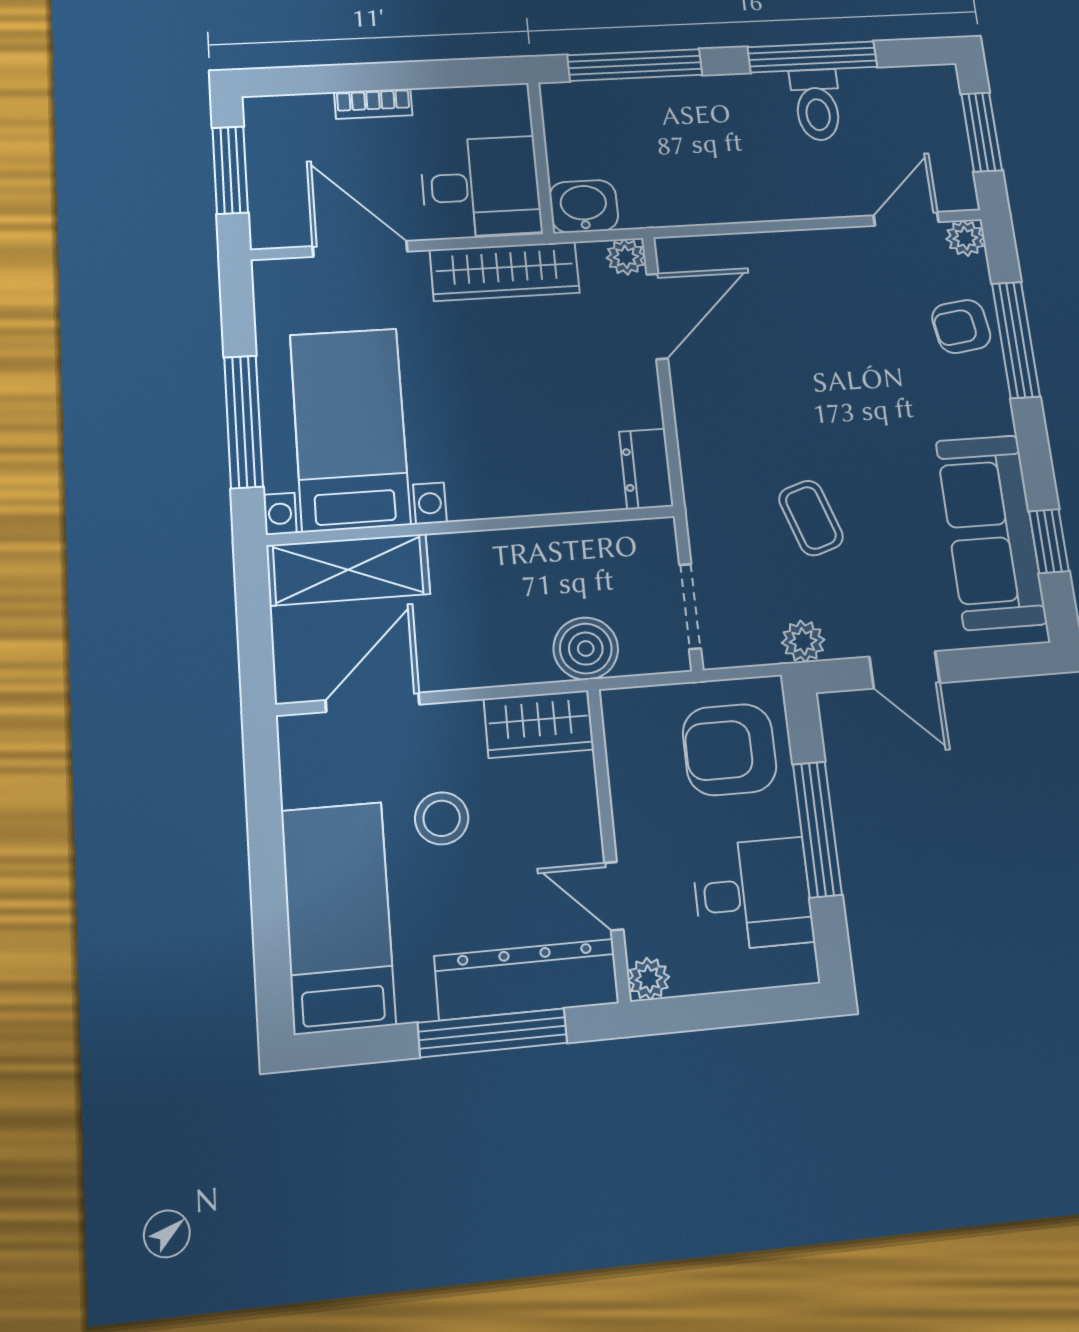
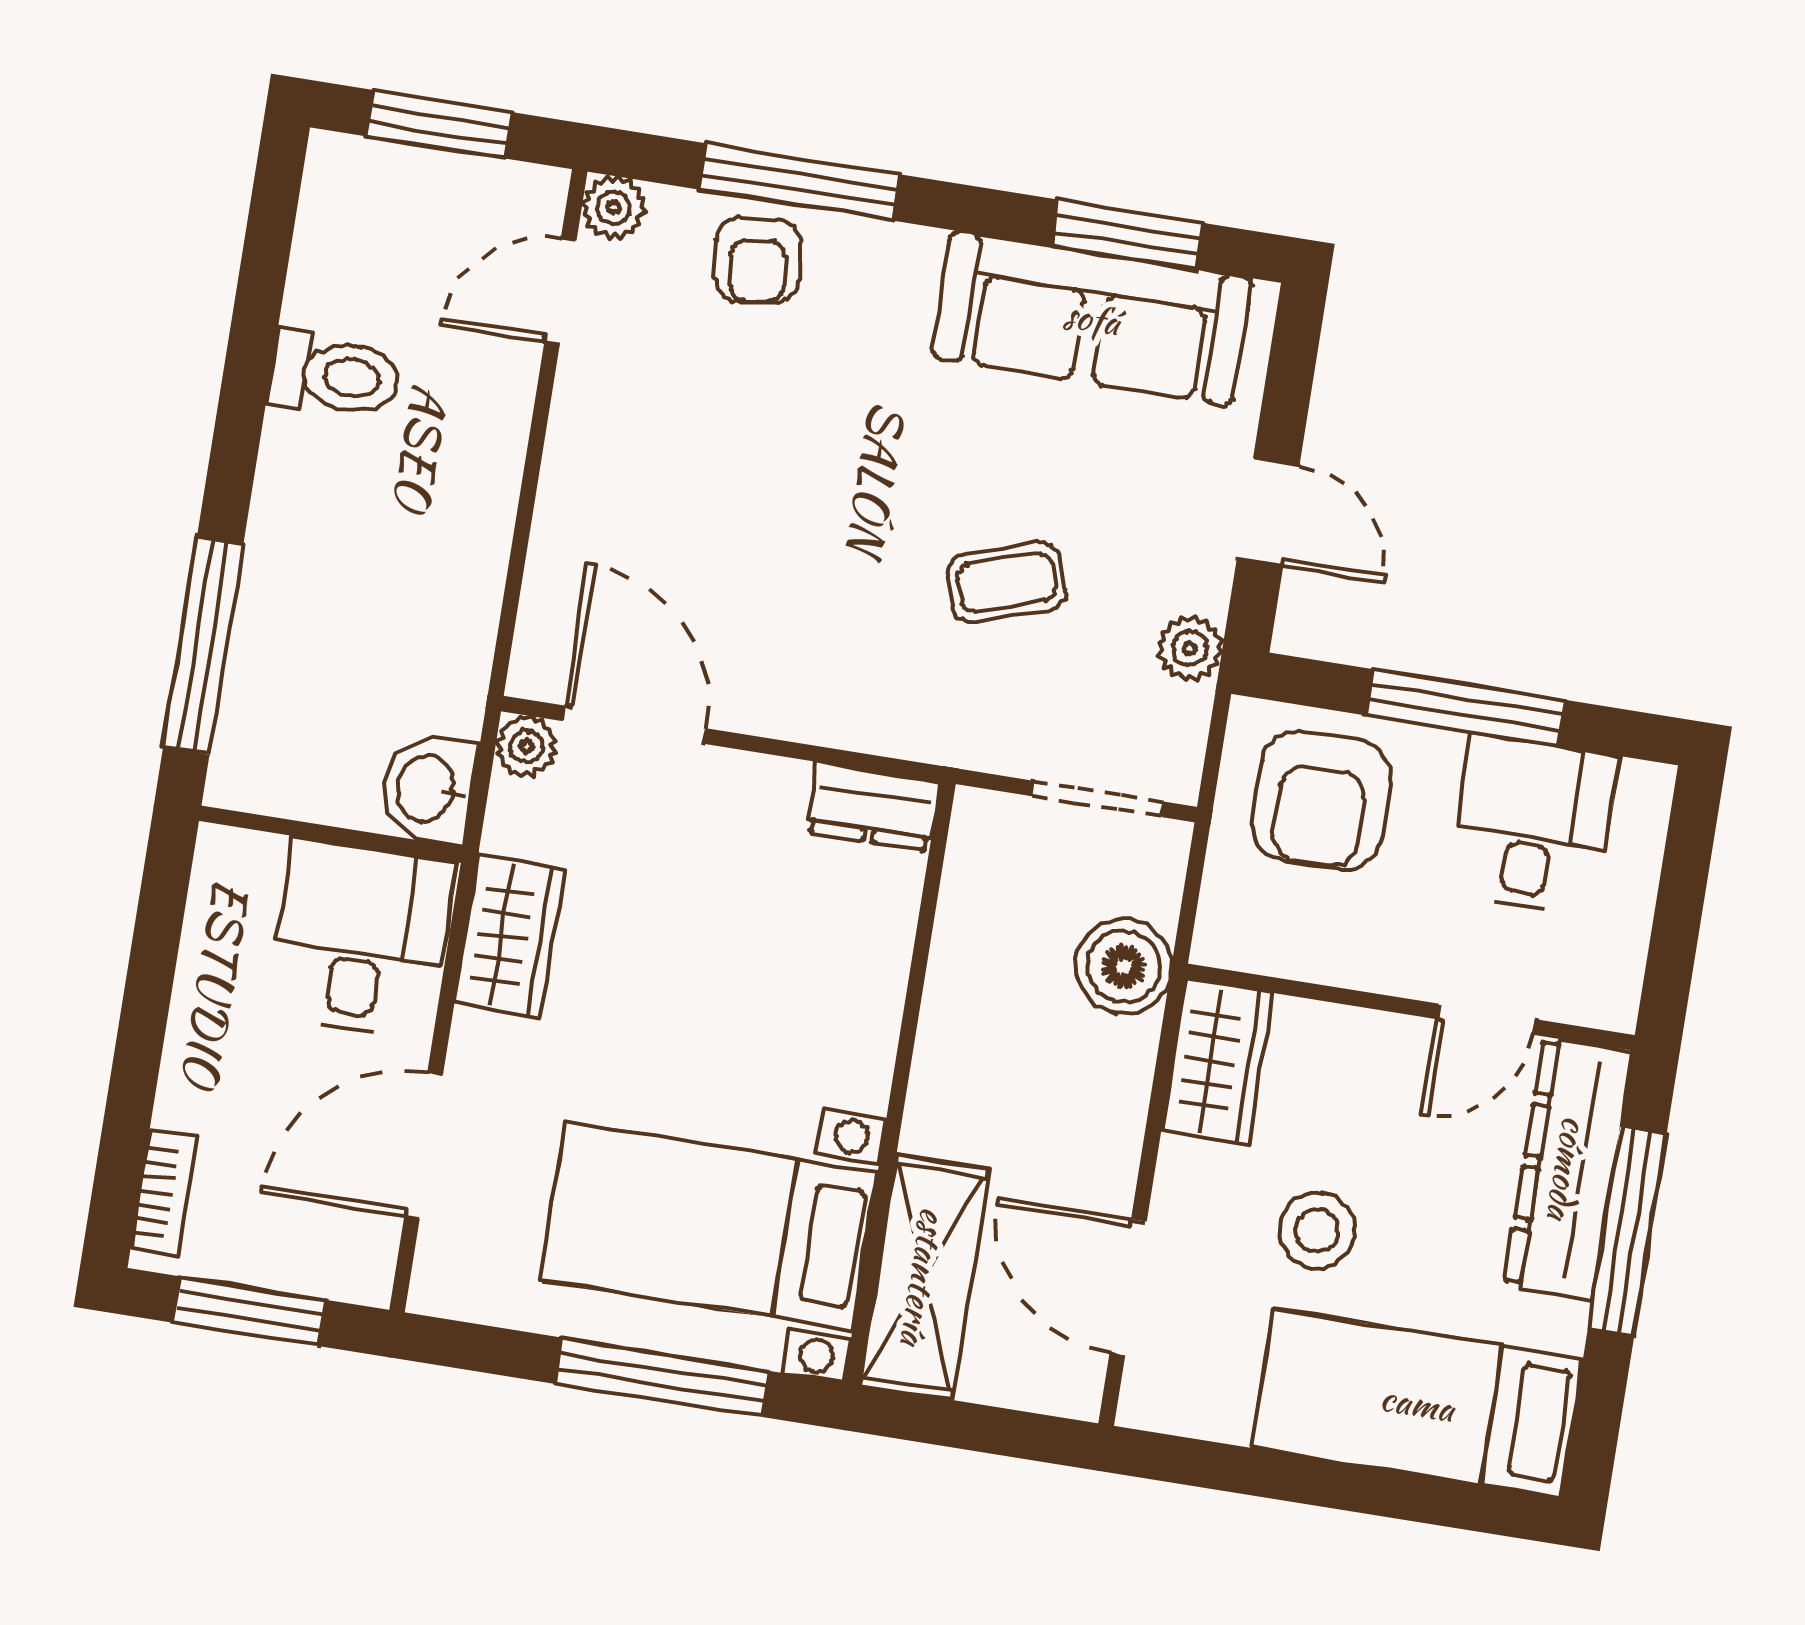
window: (812, 57) -> (249, 358), removed
bookcase: (373, 104) -> (164, 1193), moved
door: (906, 219) -> (560, 291), hinge flipped
wardrobe: (505, 271) -> (509, 937), width x0.67
window: (1049, 541) -> (1128, 235), width x1.50
door: (905, 670) -> (1268, 512), hinge flipped
plant: (649, 979) -> (1610, 1001), removed

